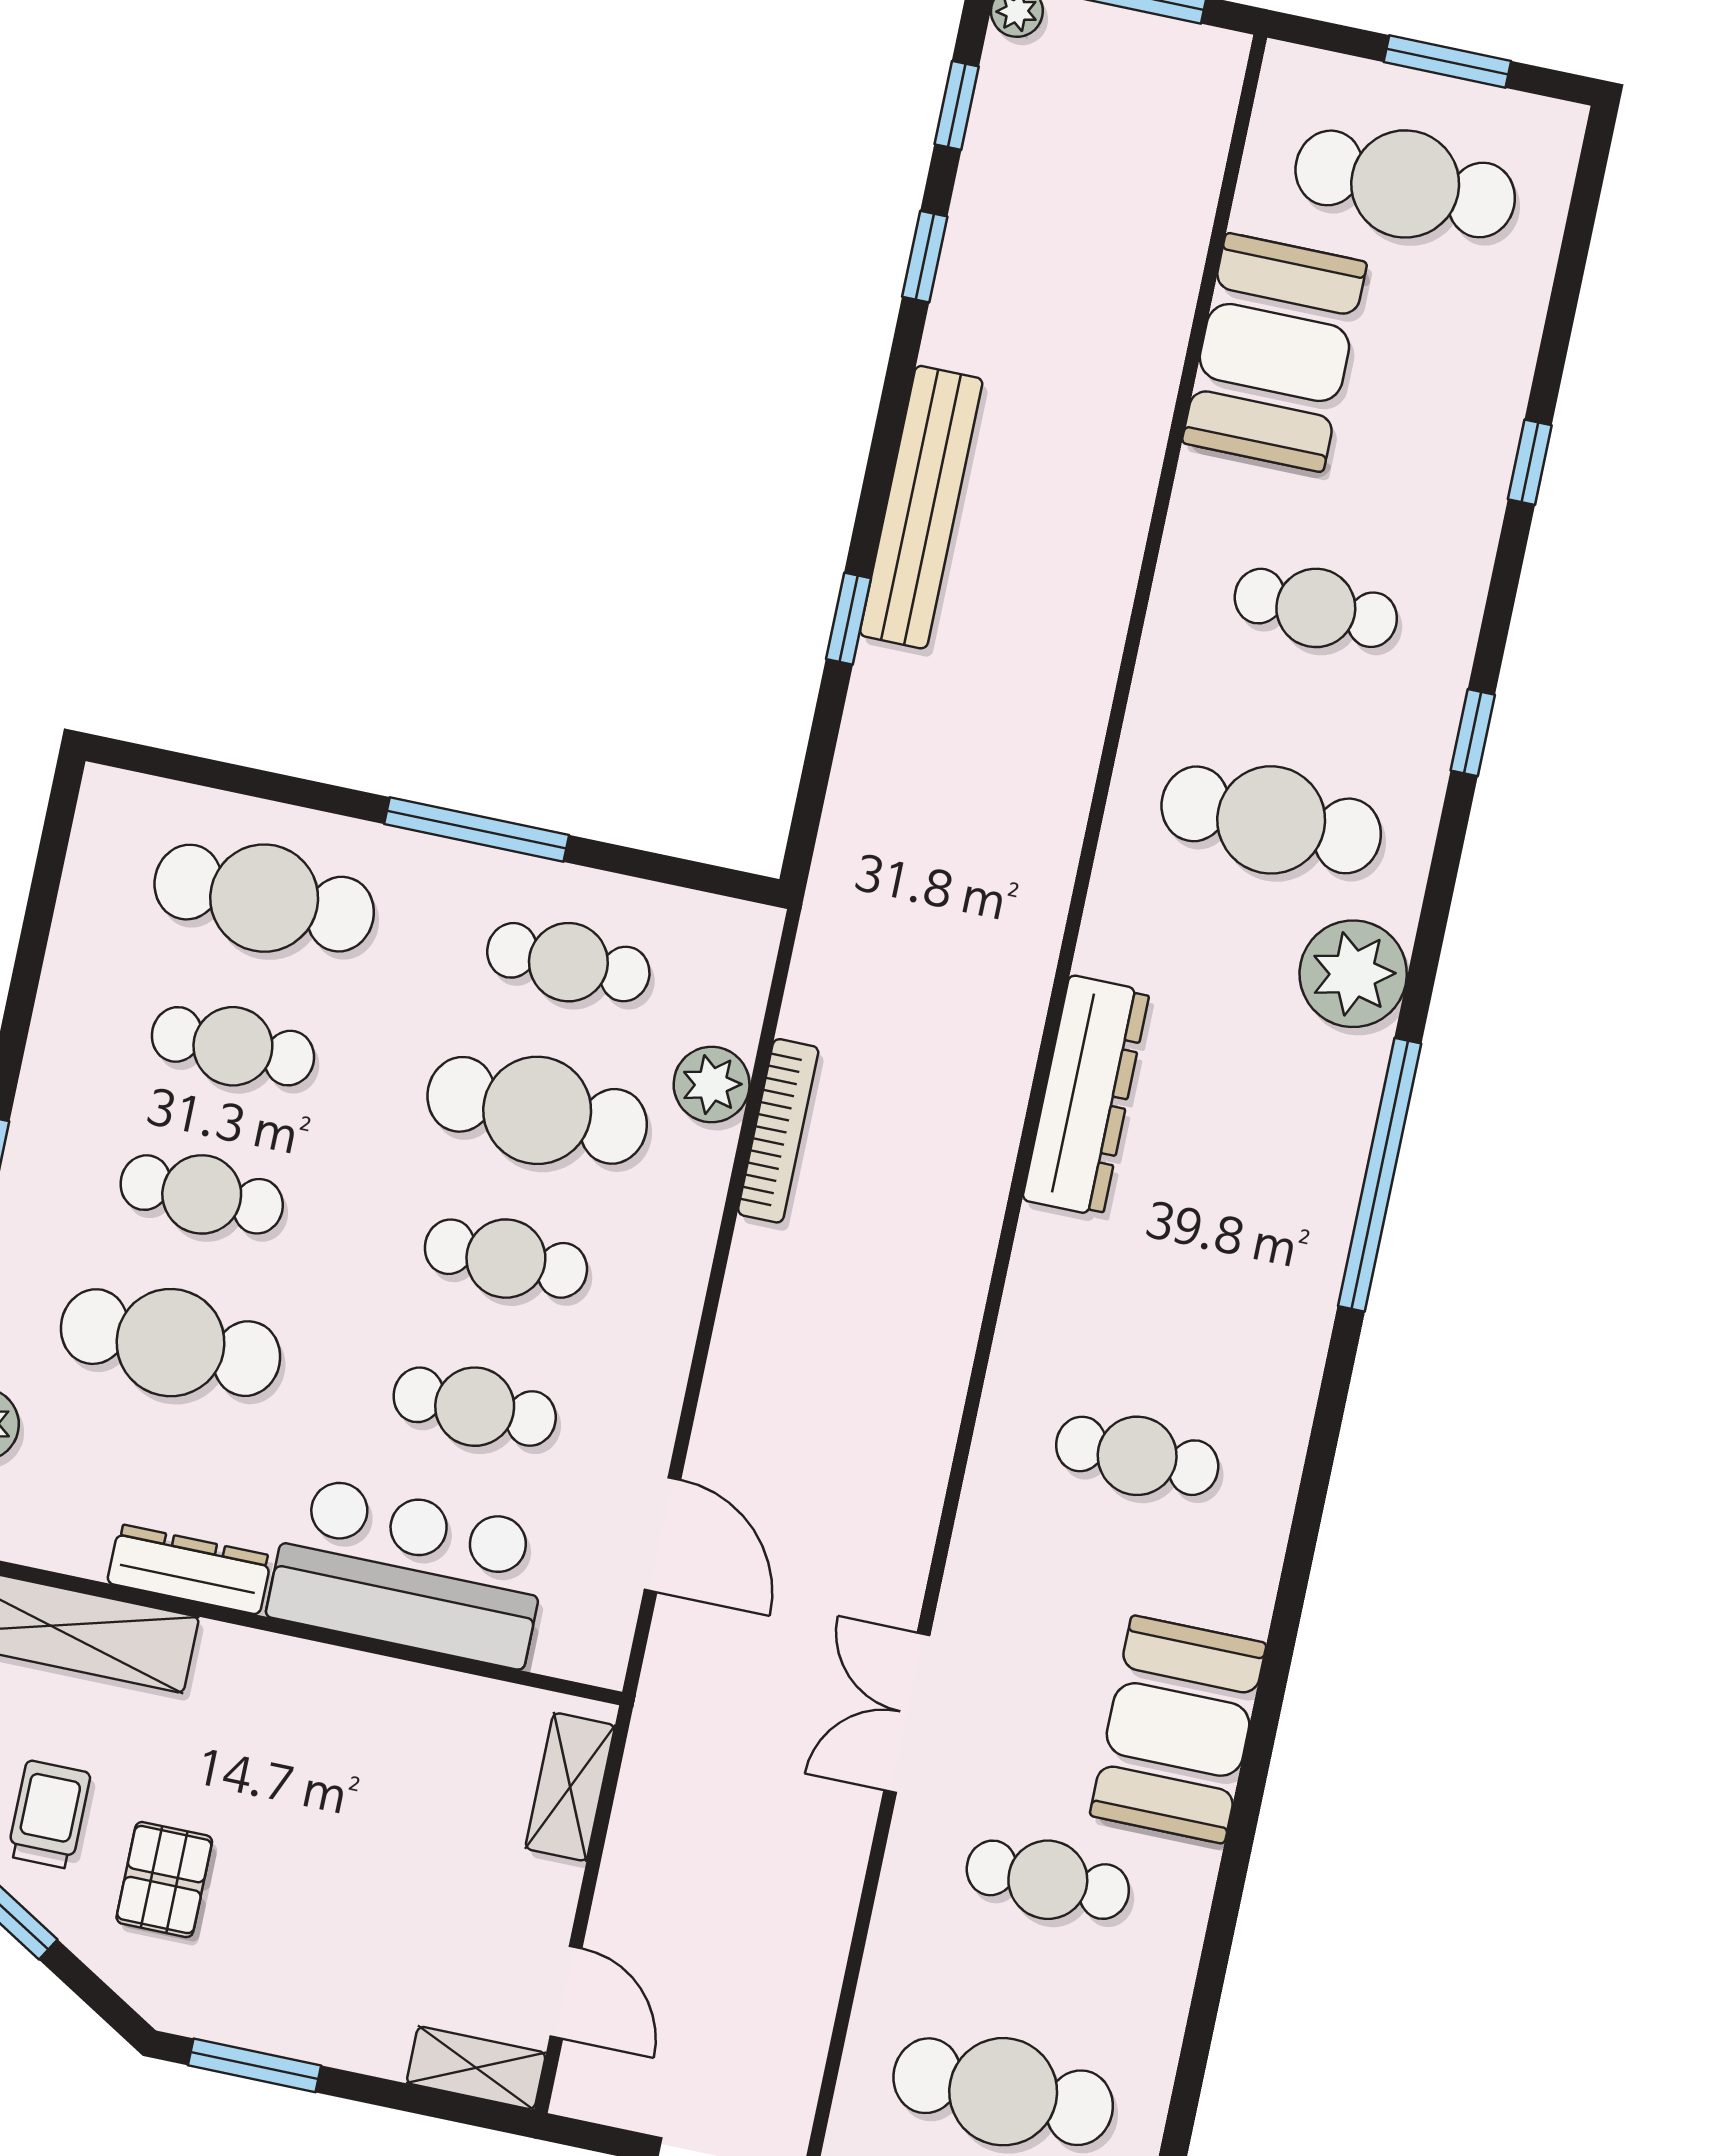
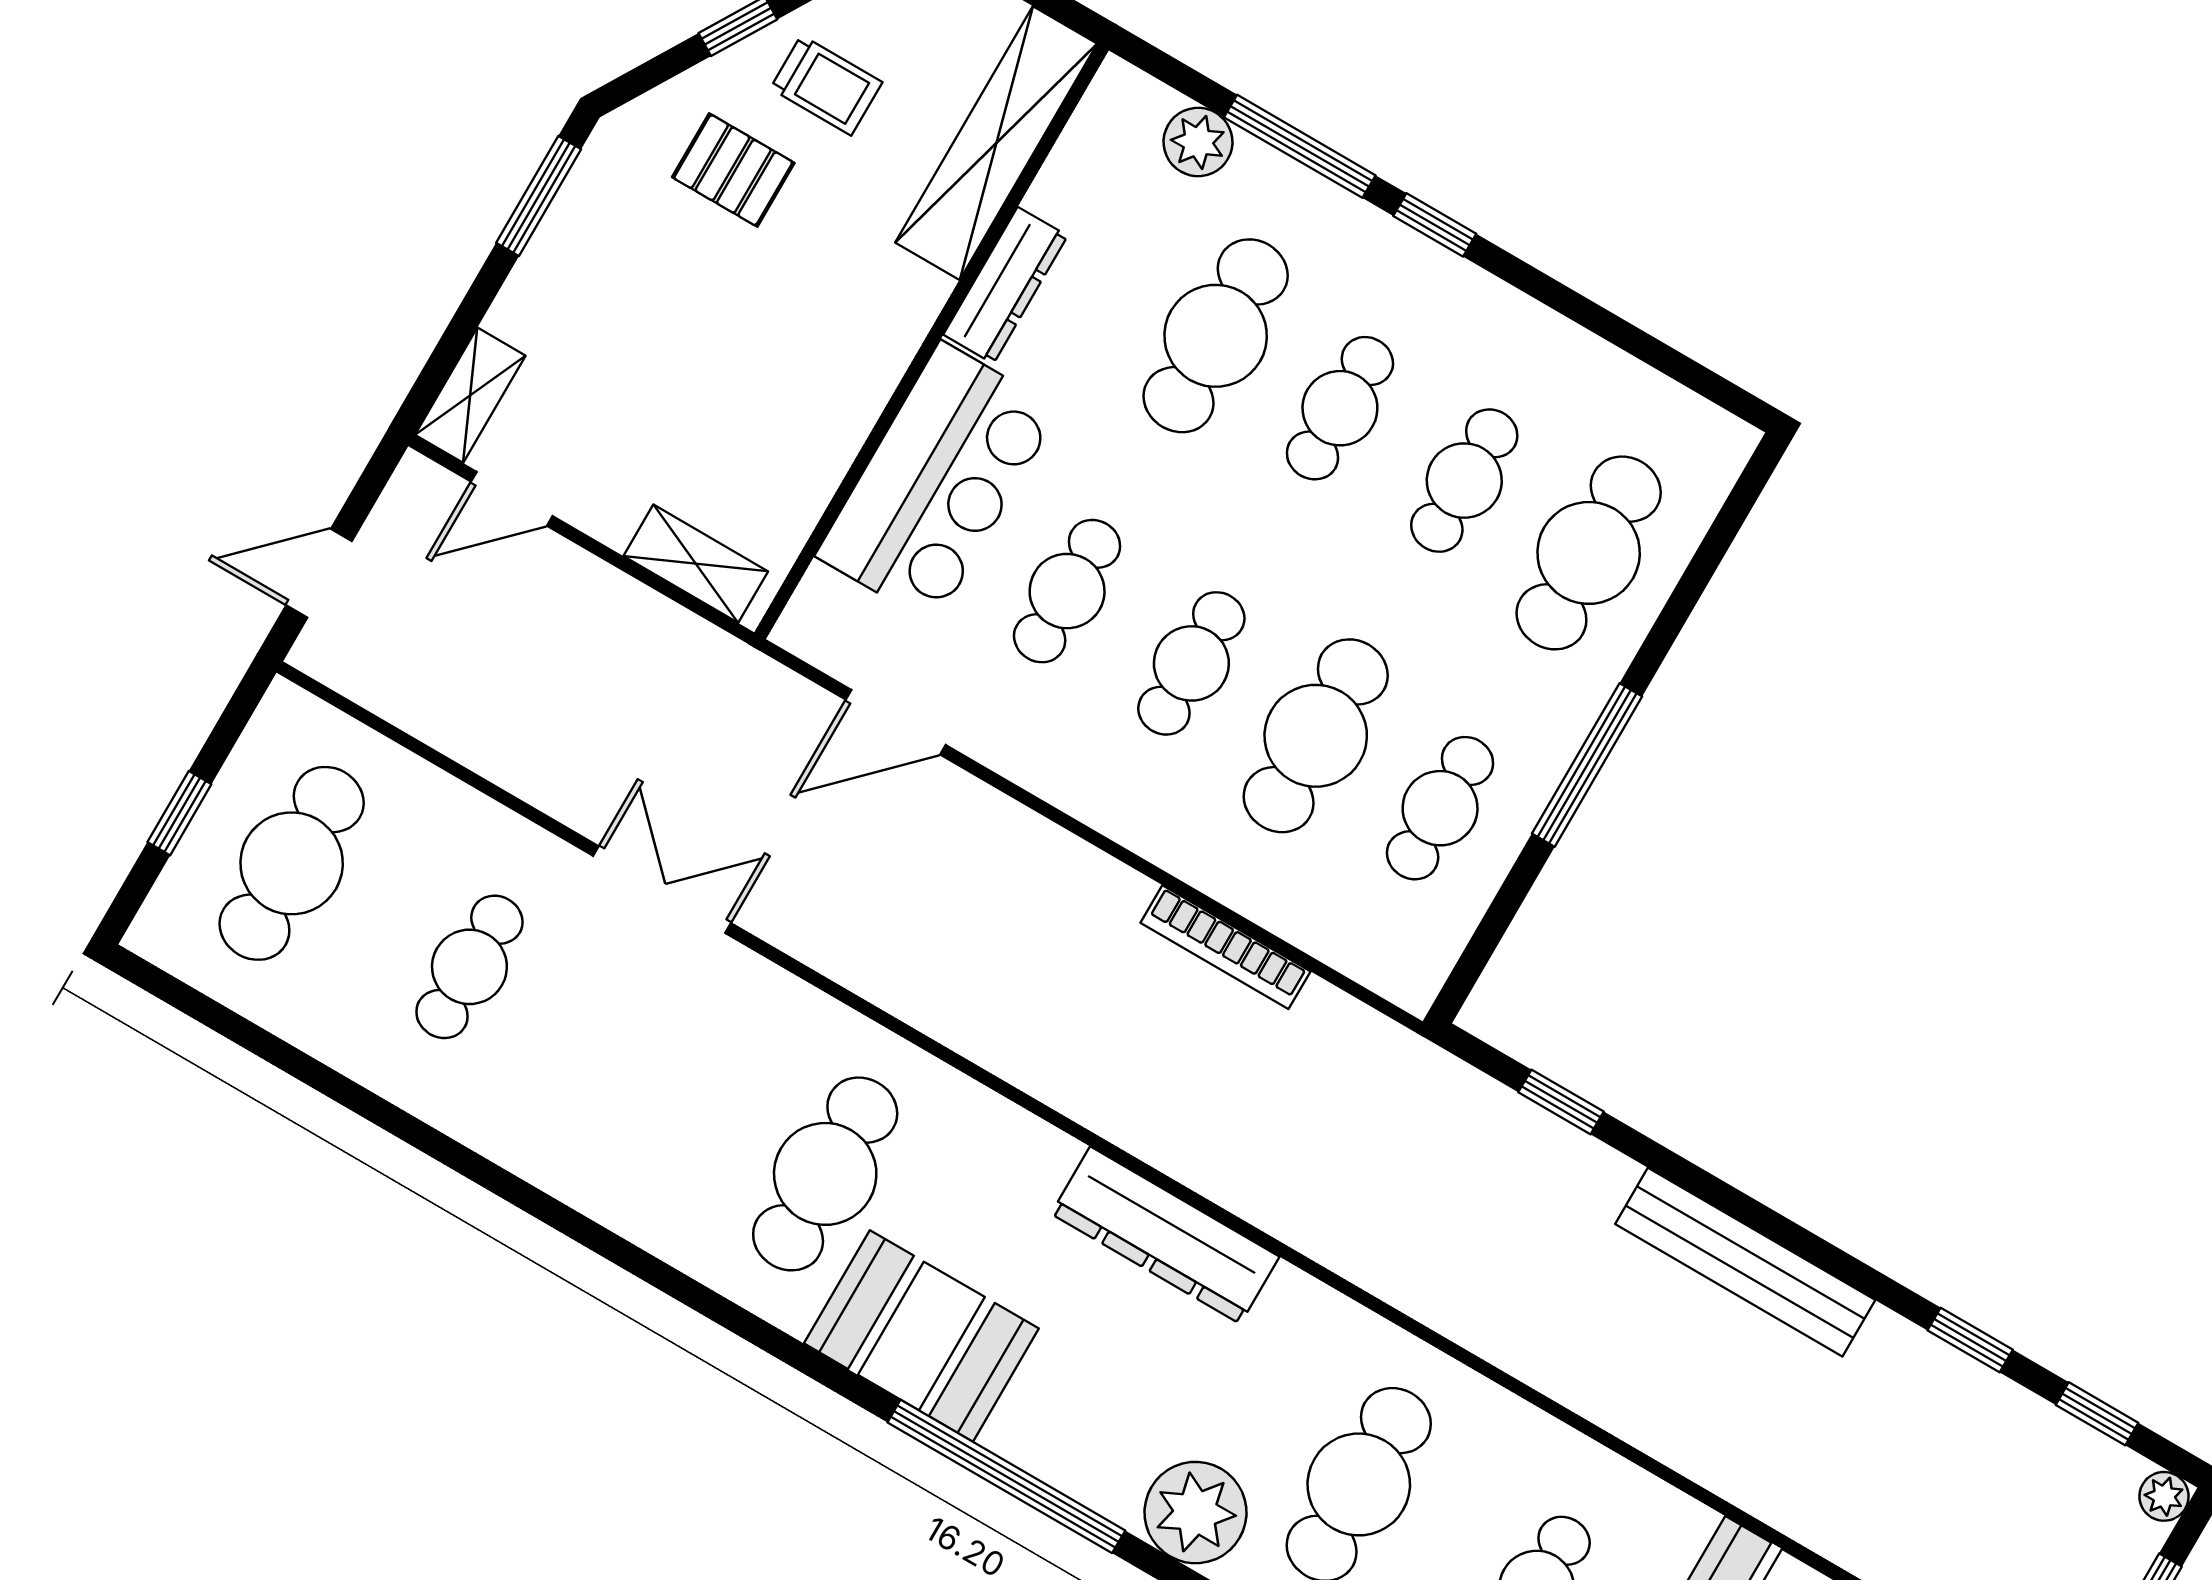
window: (848, 619) -> (1561, 1102), moved
plant: (712, 1085) -> (1287, 901), removed
cafe table: (1137, 1456) -> (825, 1174), width x1.37, depth x1.35
booth: (1178, 1729) -> (921, 1336), moved

